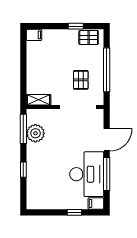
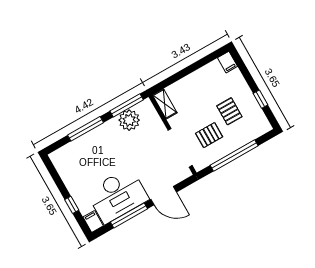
pallet: (89, 37) -> (229, 111), moved
window: (23, 170) -> (86, 129), width x2.17

